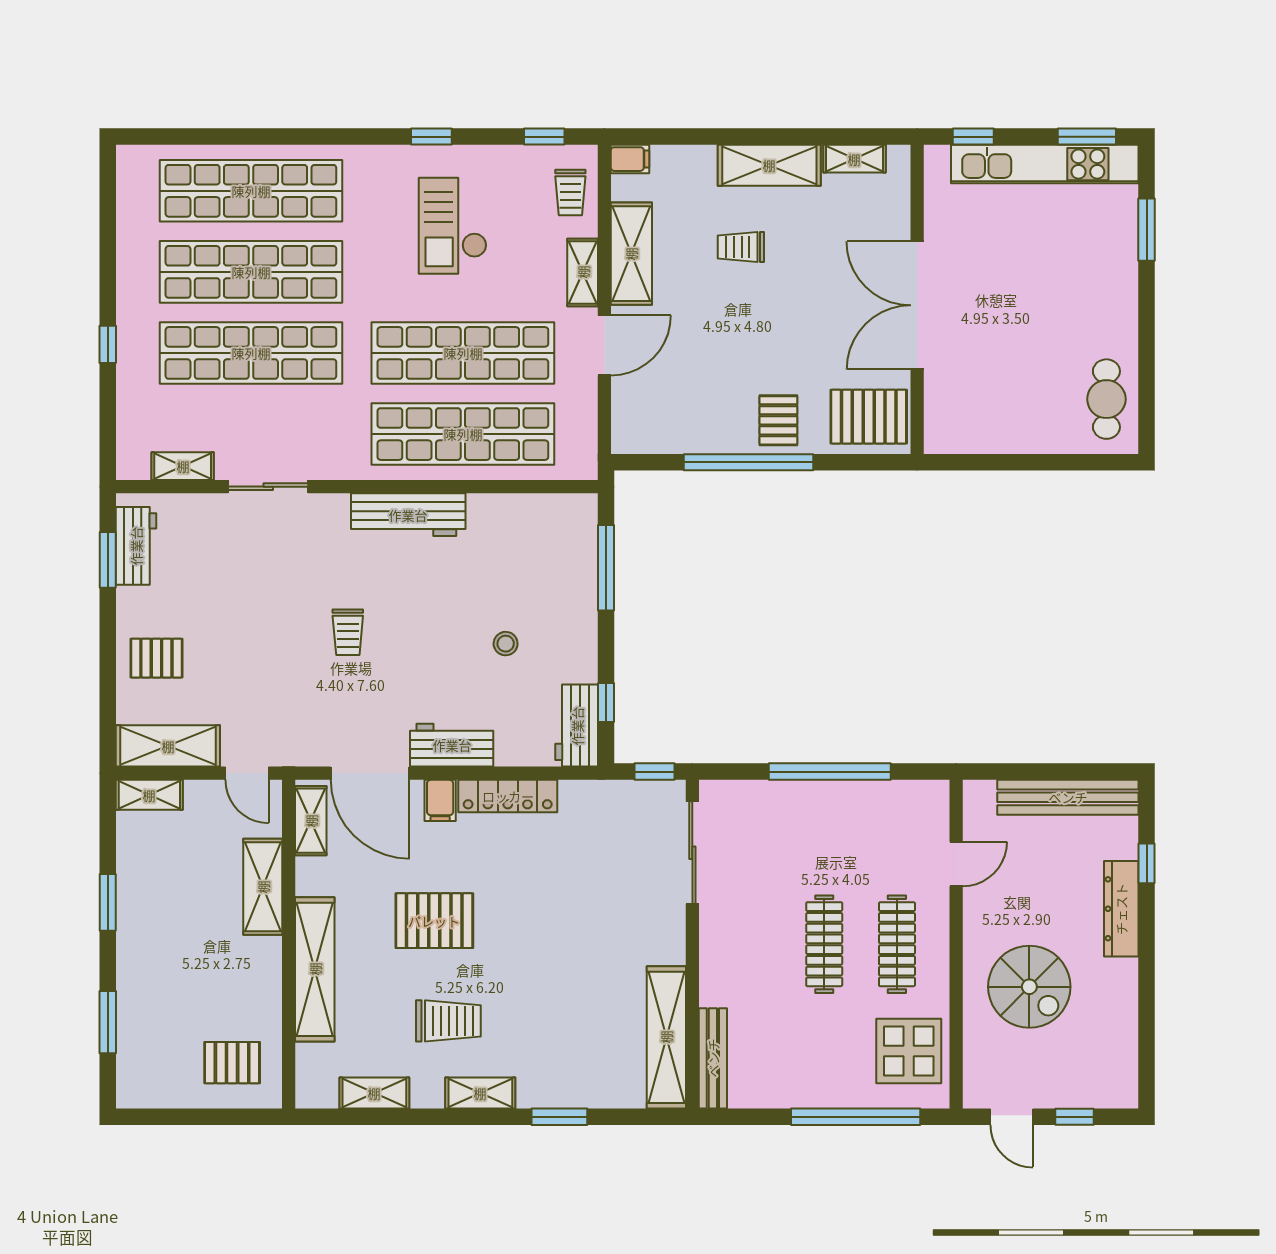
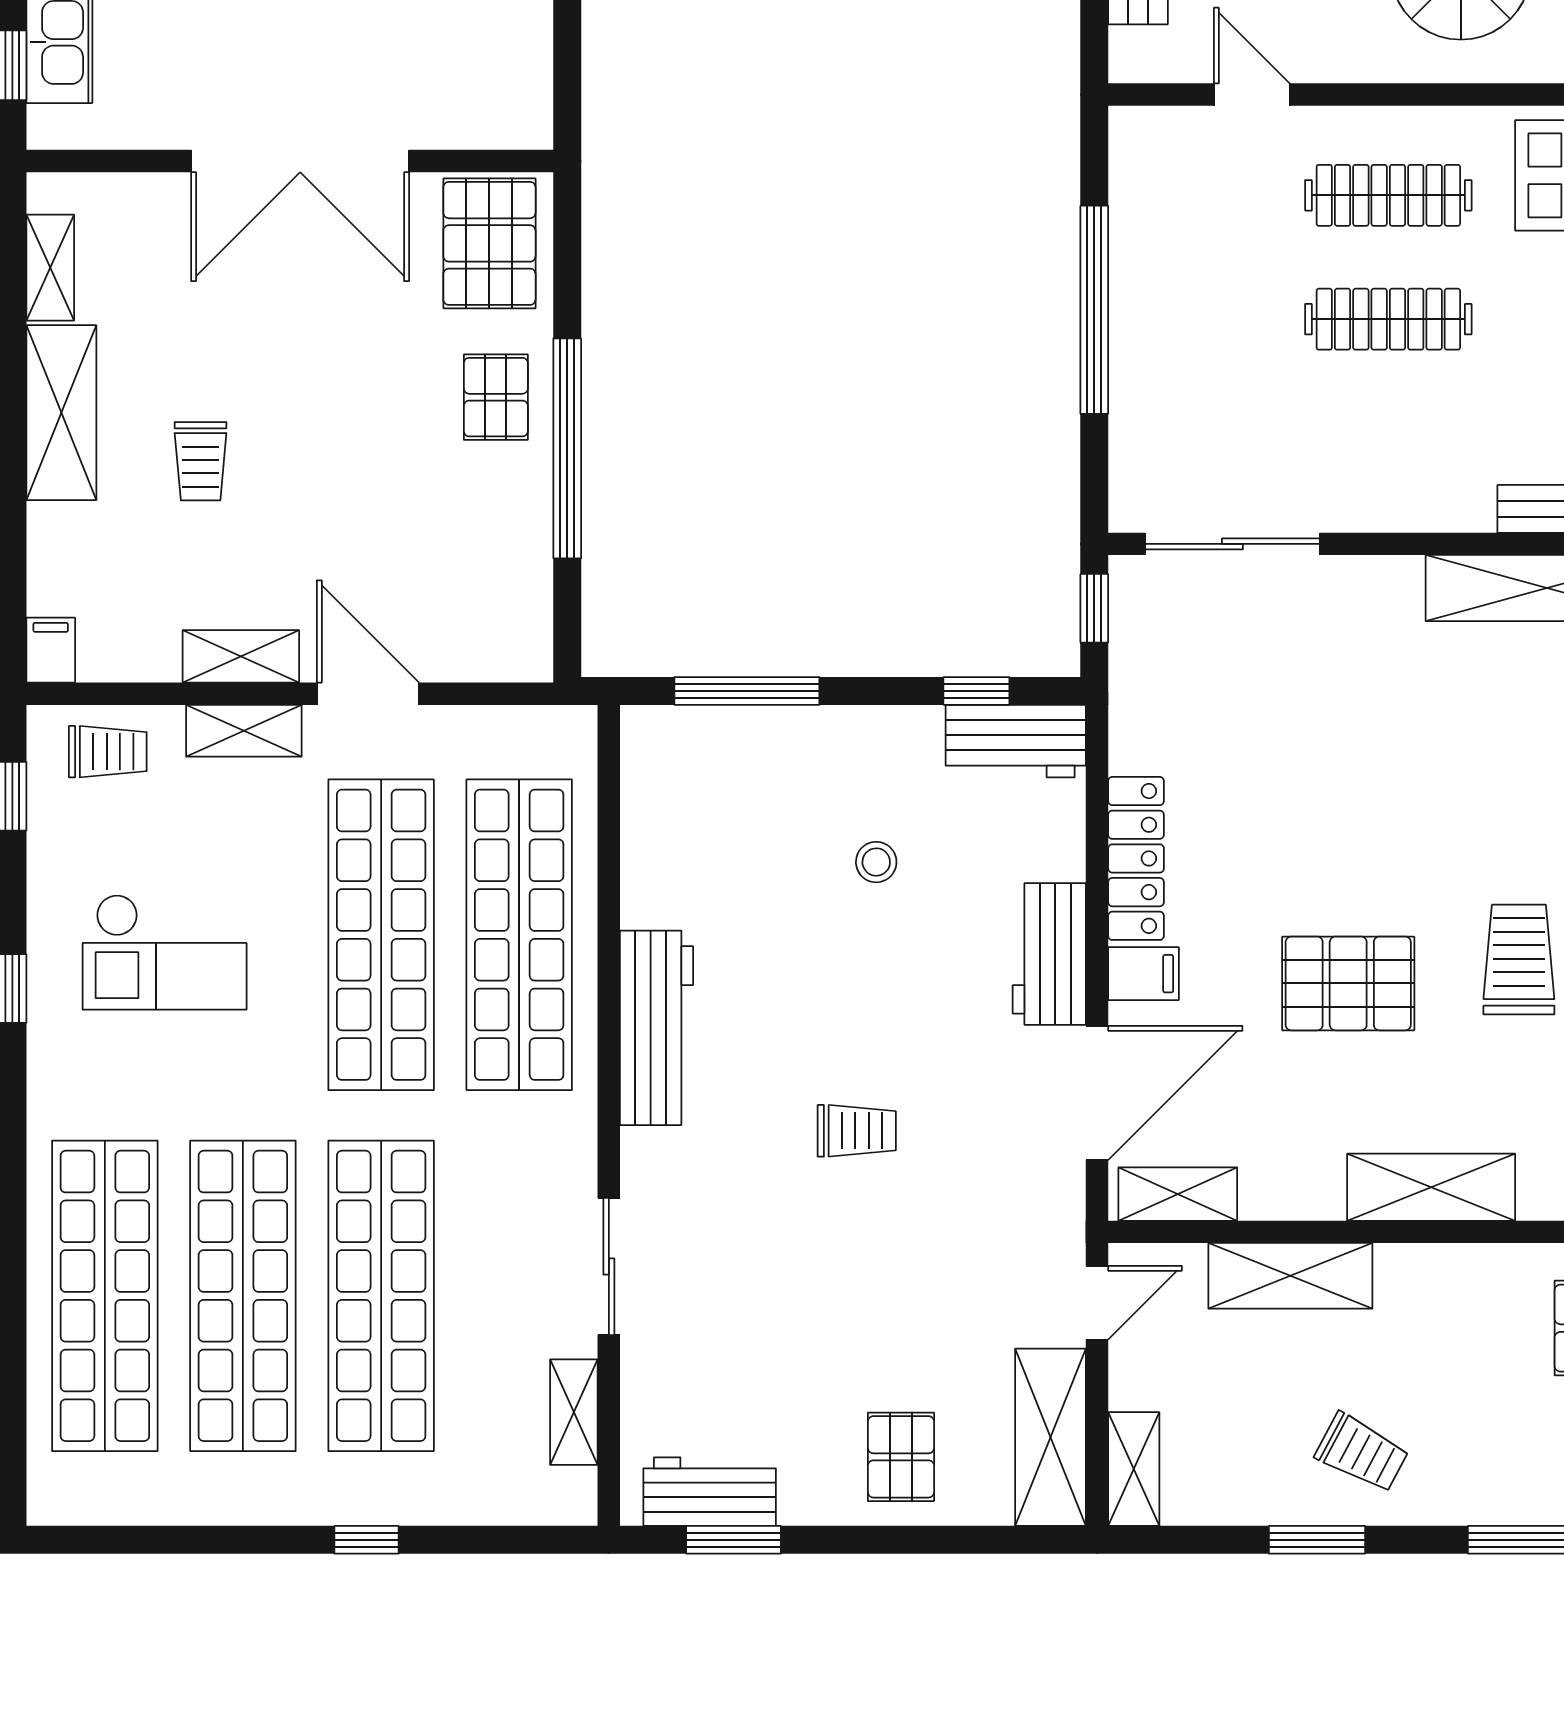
shelving: (631, 254) -> (241, 656), width x0.67, depth x0.75
pallet: (778, 420) -> (496, 397), turned 90
pallet: (434, 921) -> (1348, 983), turned 90
trolley: (159, 929) -> (1362, 1453), added
shelving: (315, 969) -> (1431, 1187), width x0.68

